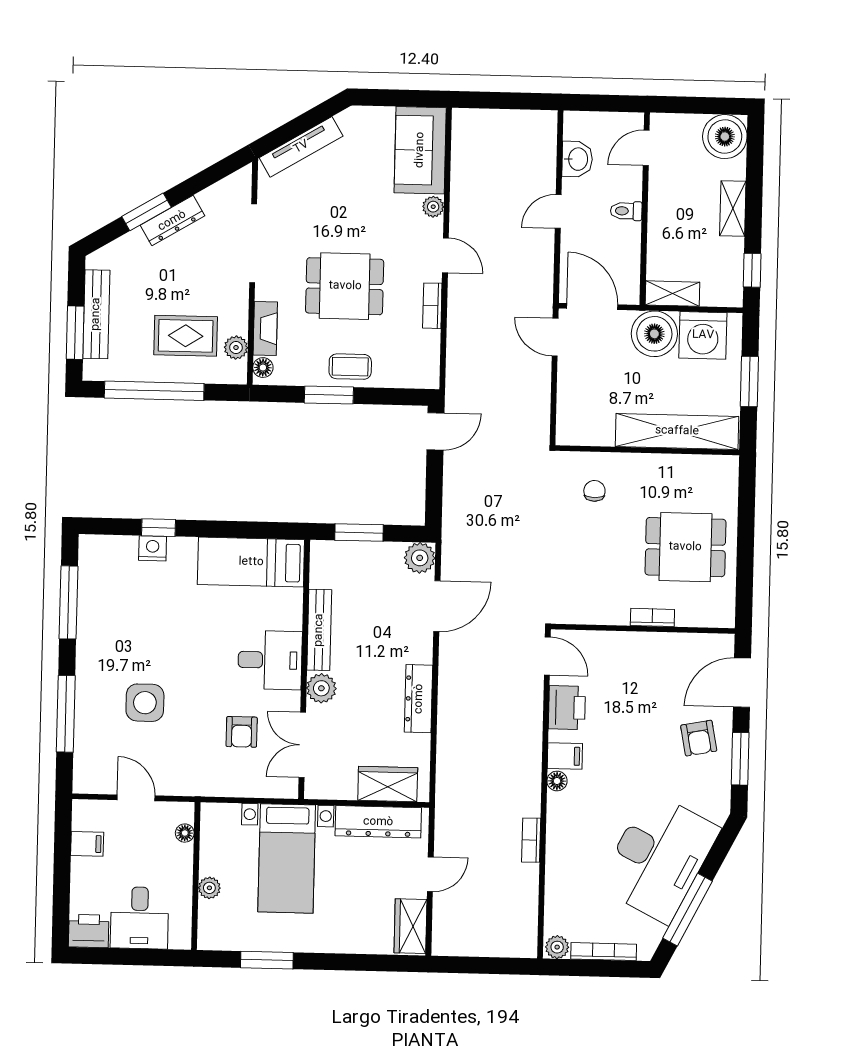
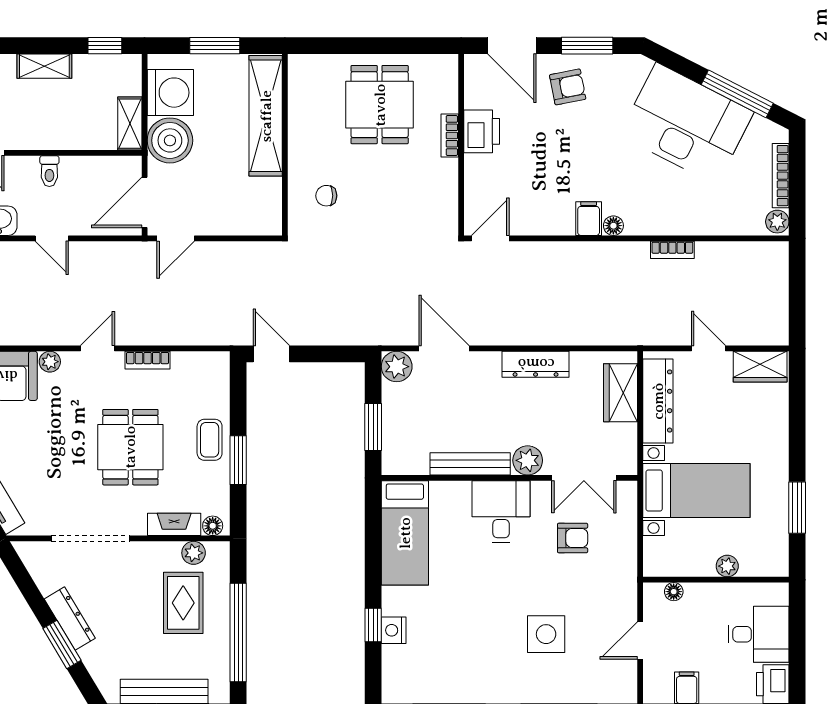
printer: (567, 708) -> (482, 131), moved, turned 90

